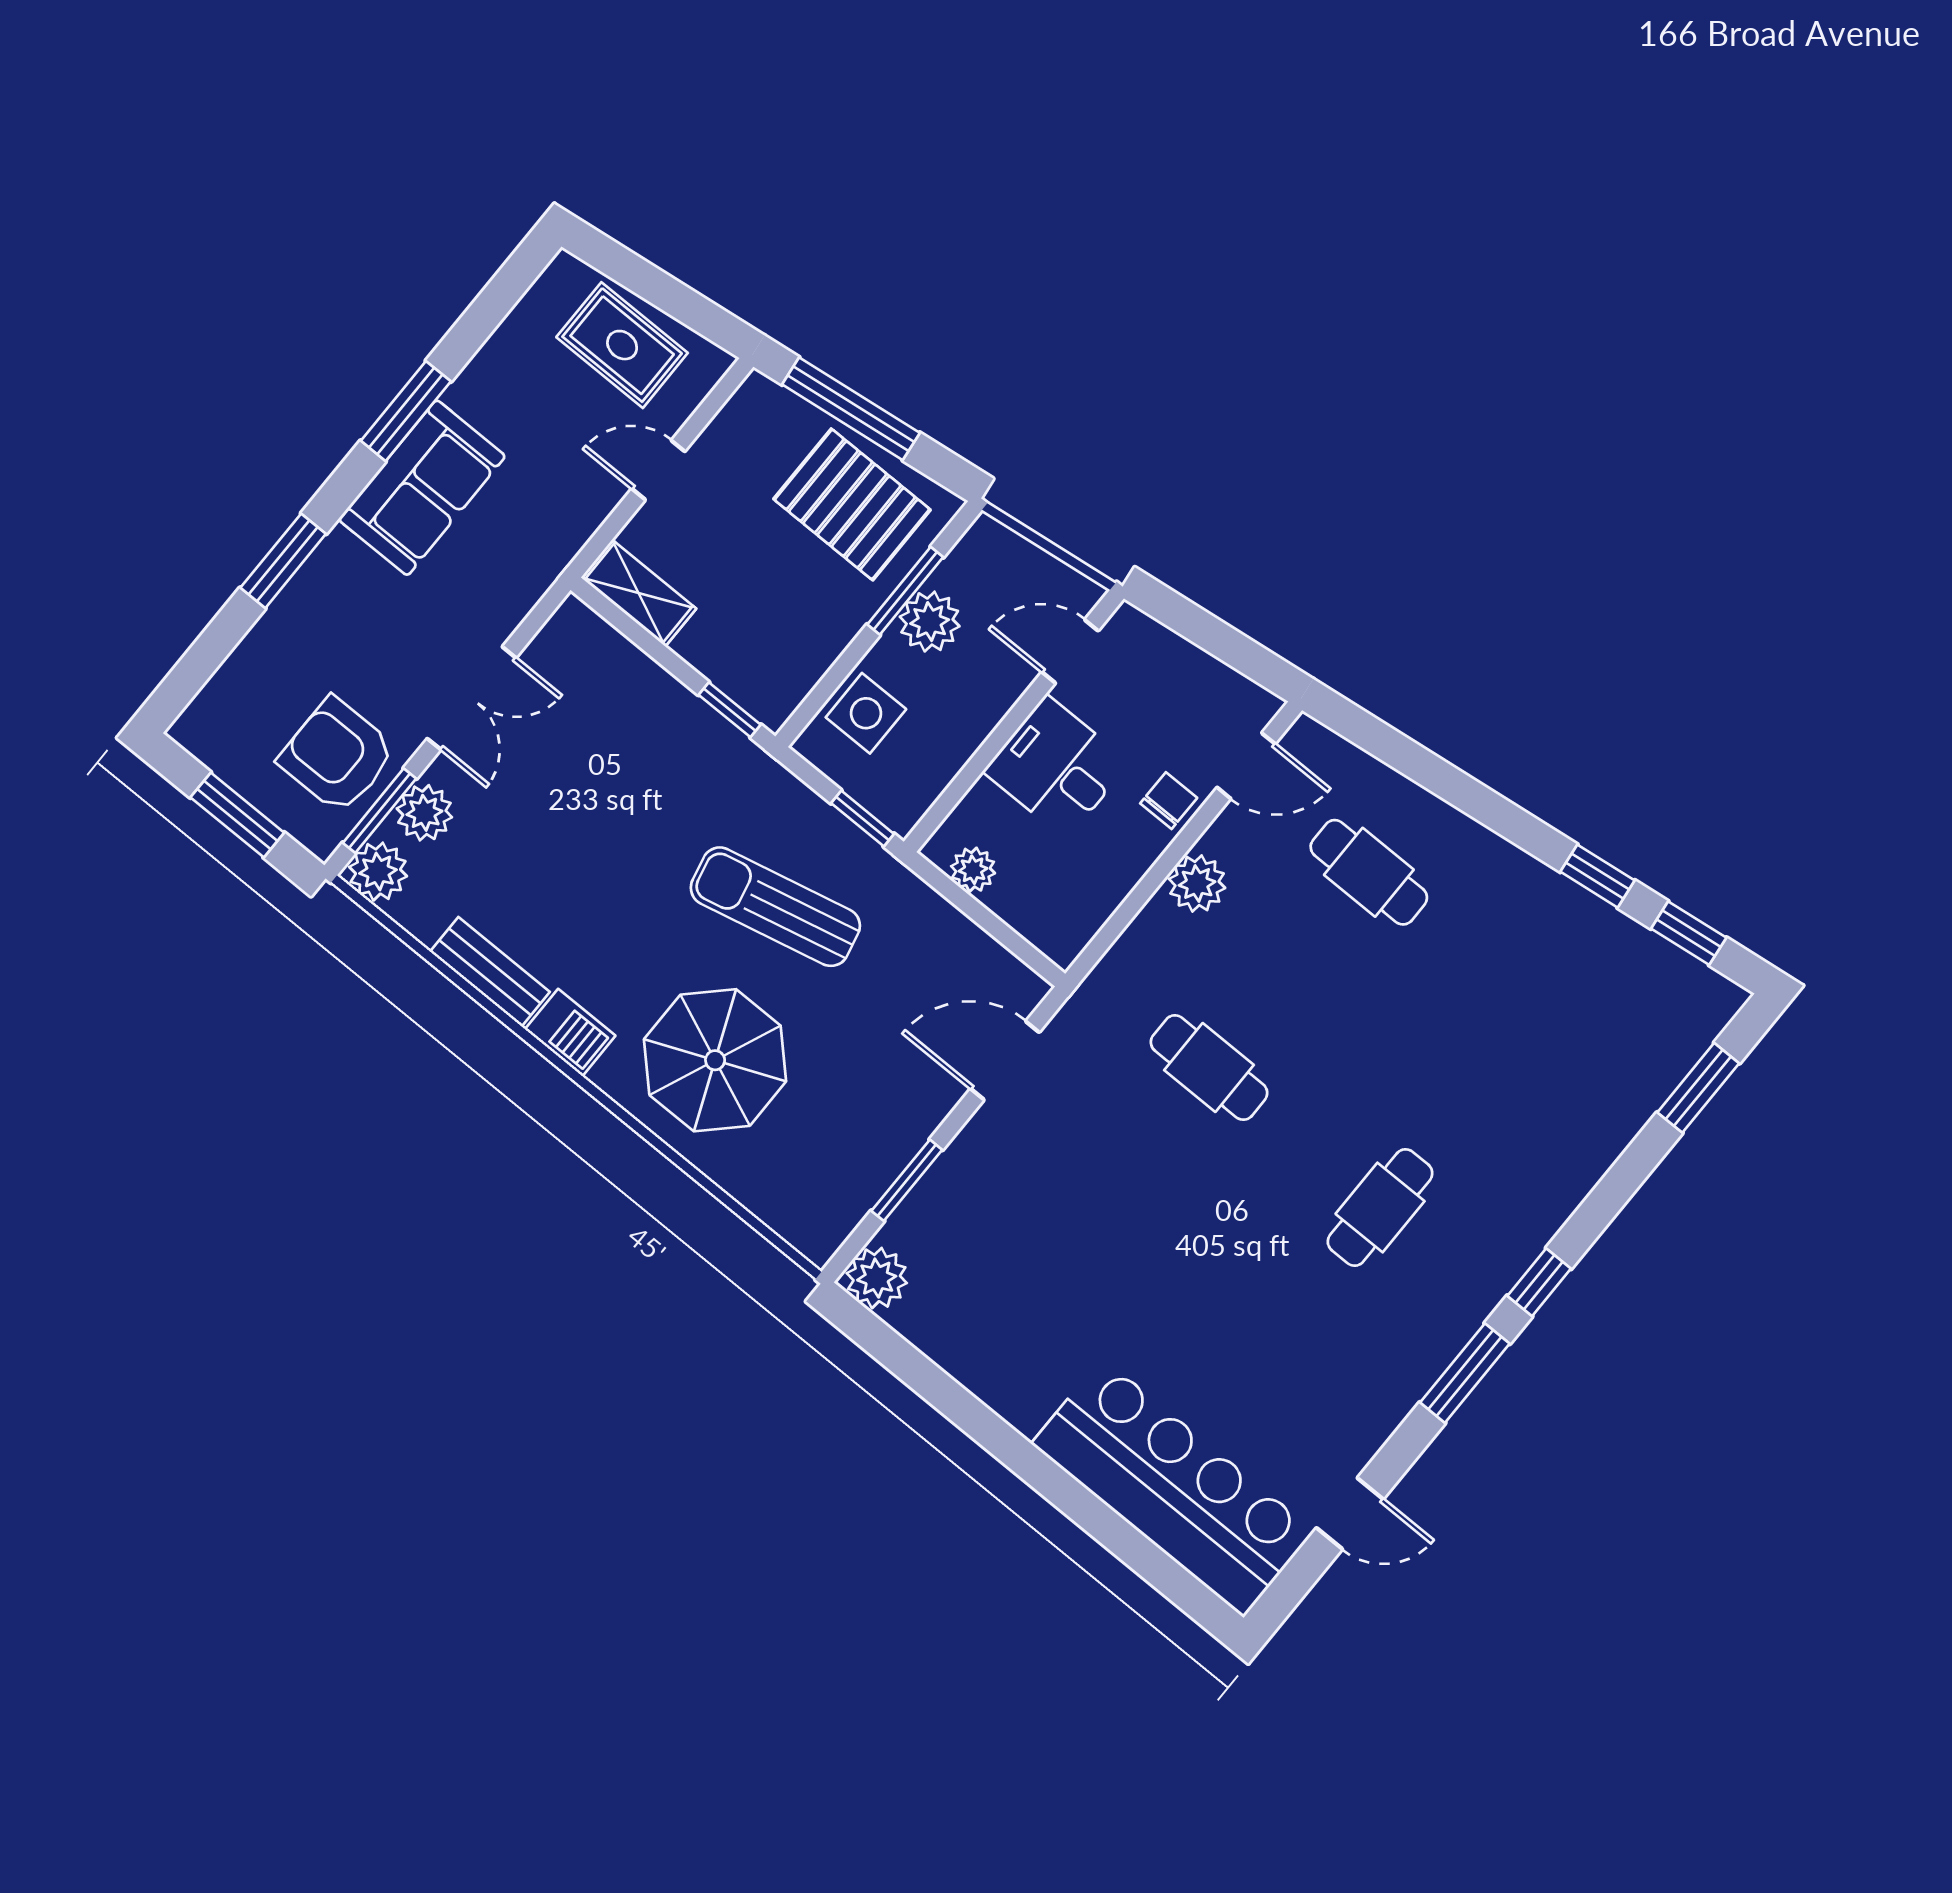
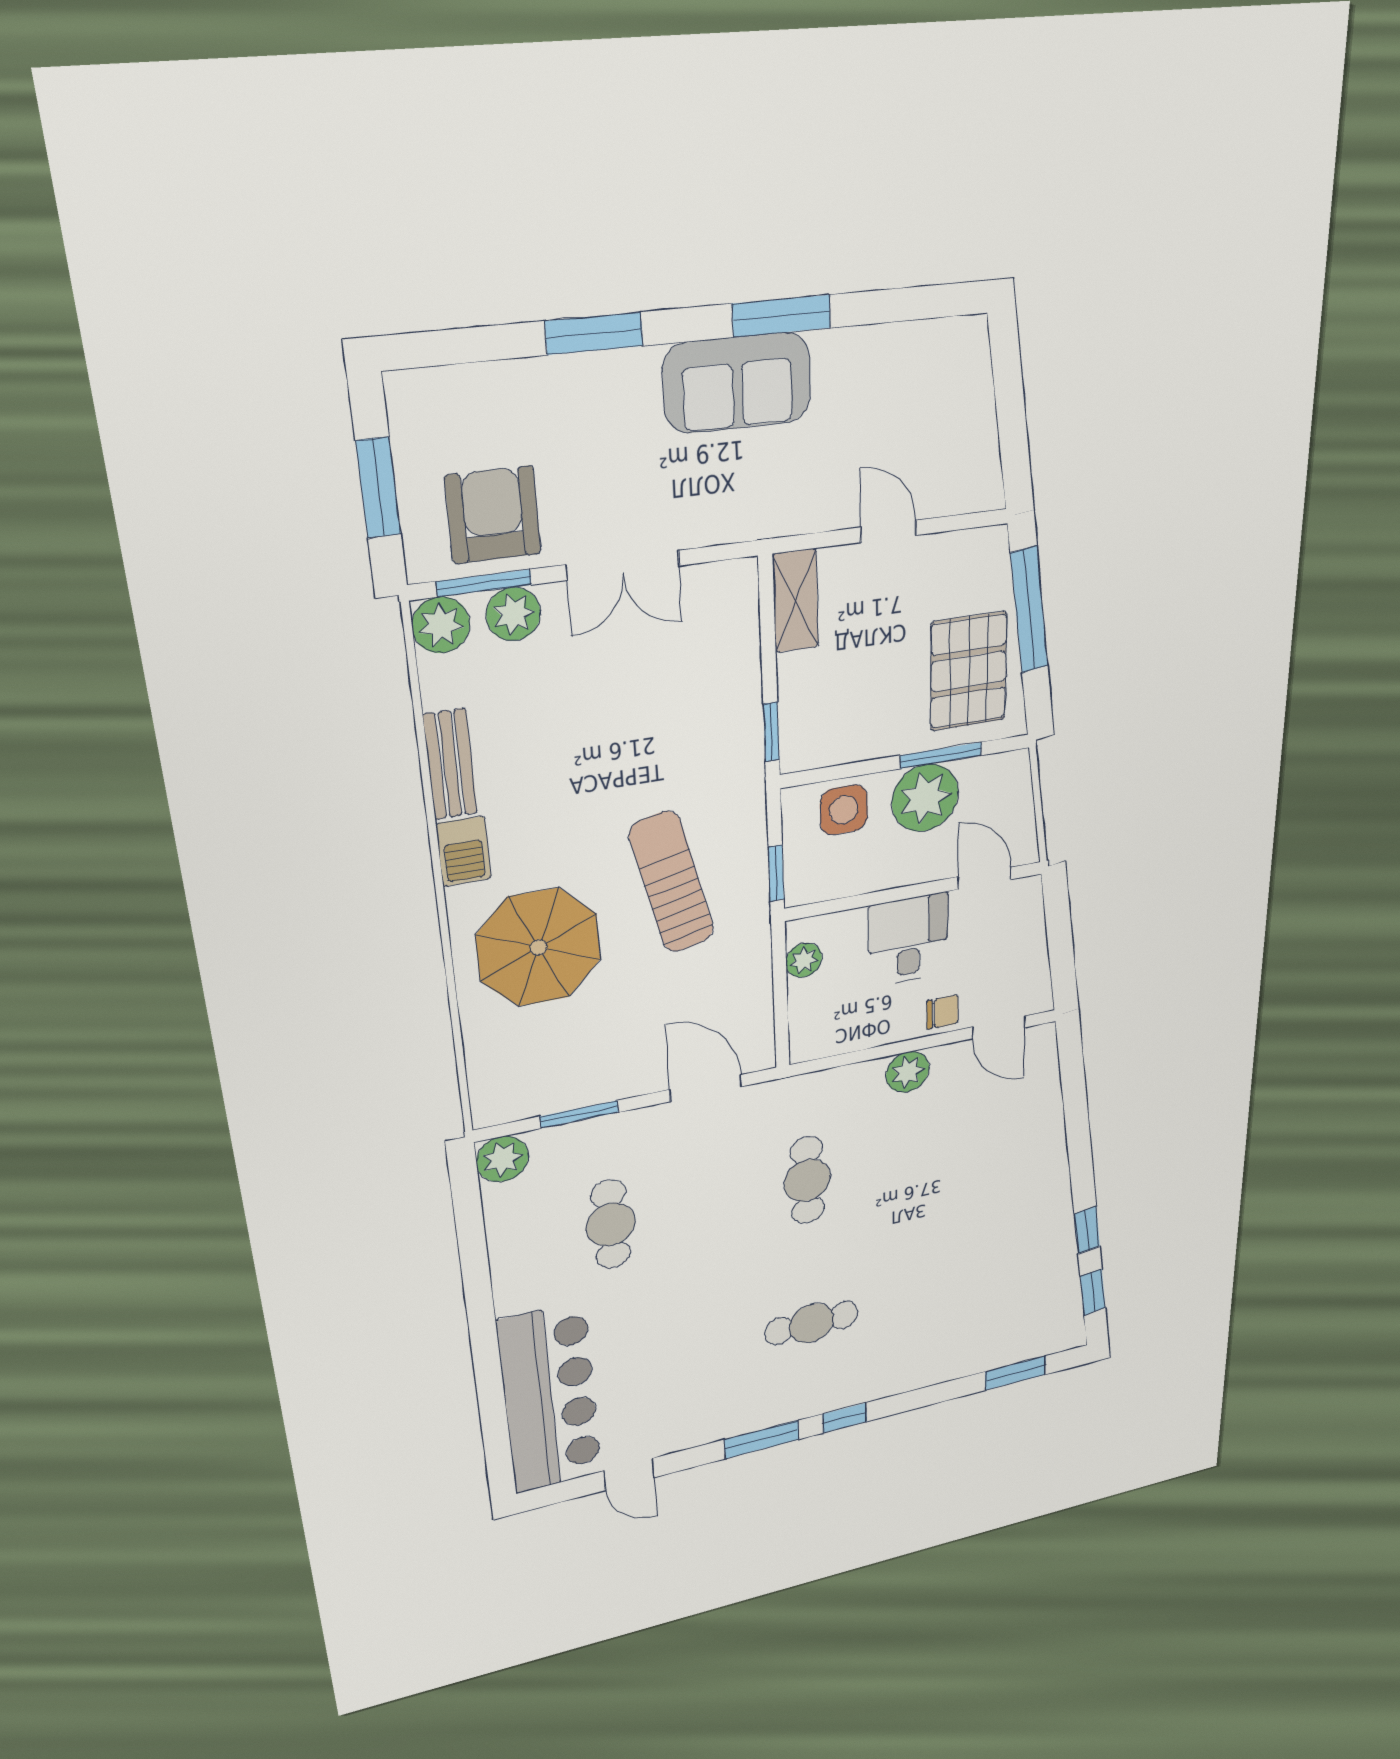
rug: (622, 345) -> (953, 423), removed
plant: (930, 622) -> (925, 798), width x1.36, depth x1.36
cafe table: (1369, 872) -> (611, 1224), moved

